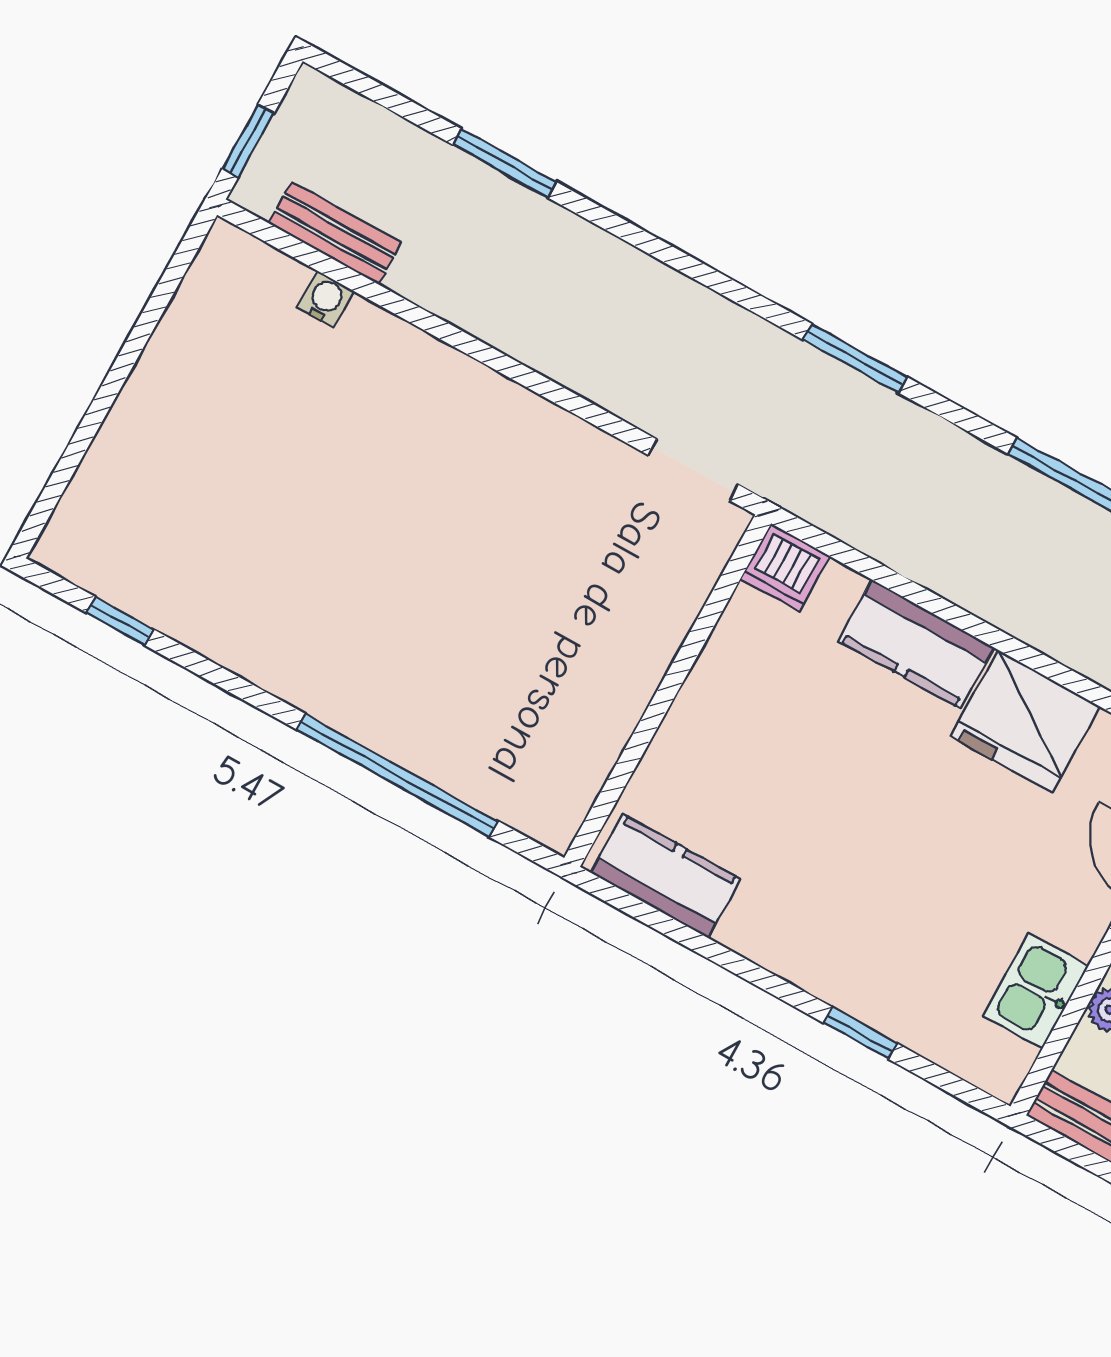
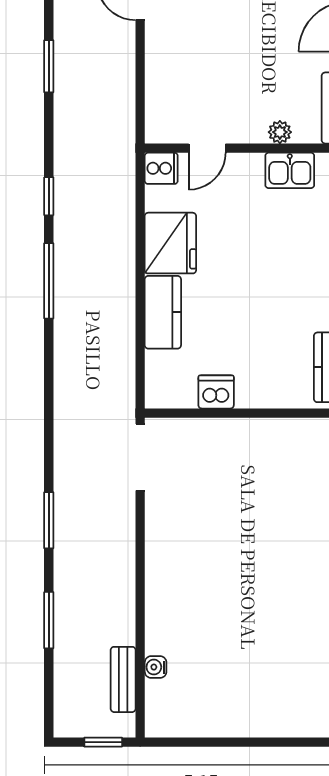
window: (855, 358) -> (49, 520), moved
doorway: (693, 470) -> (140, 457), width x1.38
dishwasher: (785, 568) -> (216, 392), moved, turned -90

